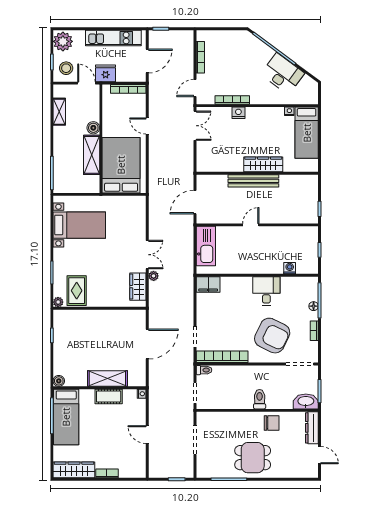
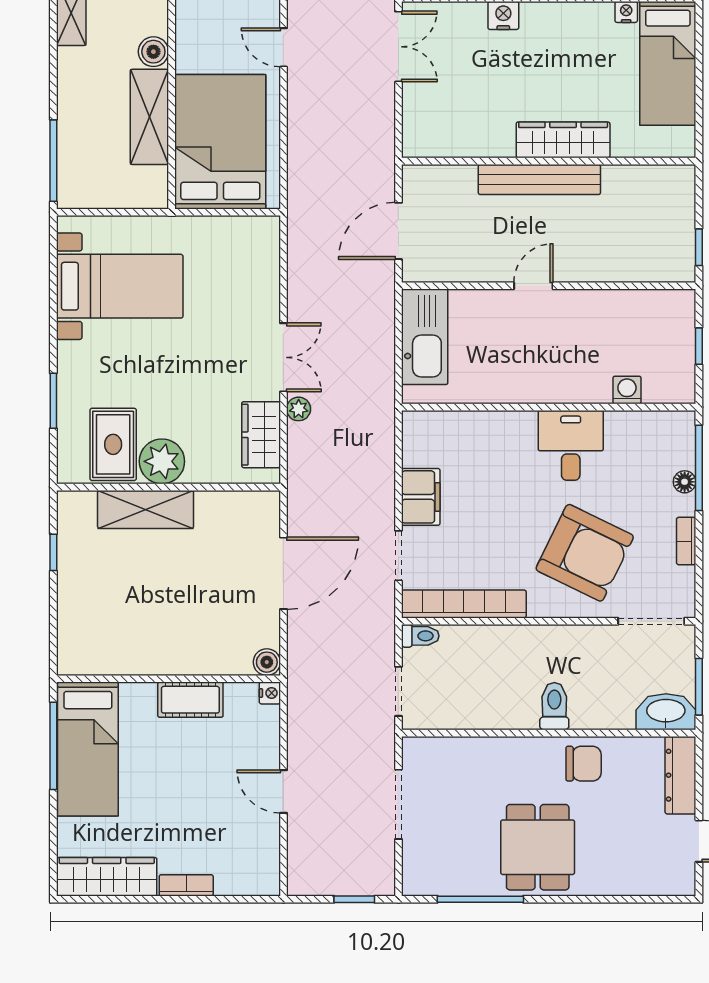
filing cabinet: (208, 284) -> (421, 497), moved, turned -90
plant: (58, 302) -> (162, 461), moved, width x1.88, depth x1.88
shelving: (107, 379) -> (146, 509), moved
boiler: (59, 381) -> (267, 662), moved
dining table: (253, 458) -> (538, 847), turned 90

